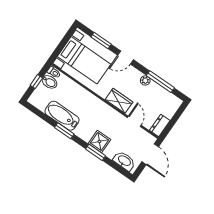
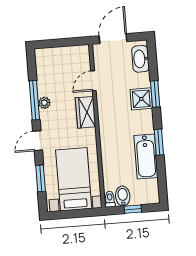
door: (126, 57) -> (38, 141), swing flipped
window: (160, 82) -> (34, 100), moved
dresser: (160, 125) -> (77, 52), removed

